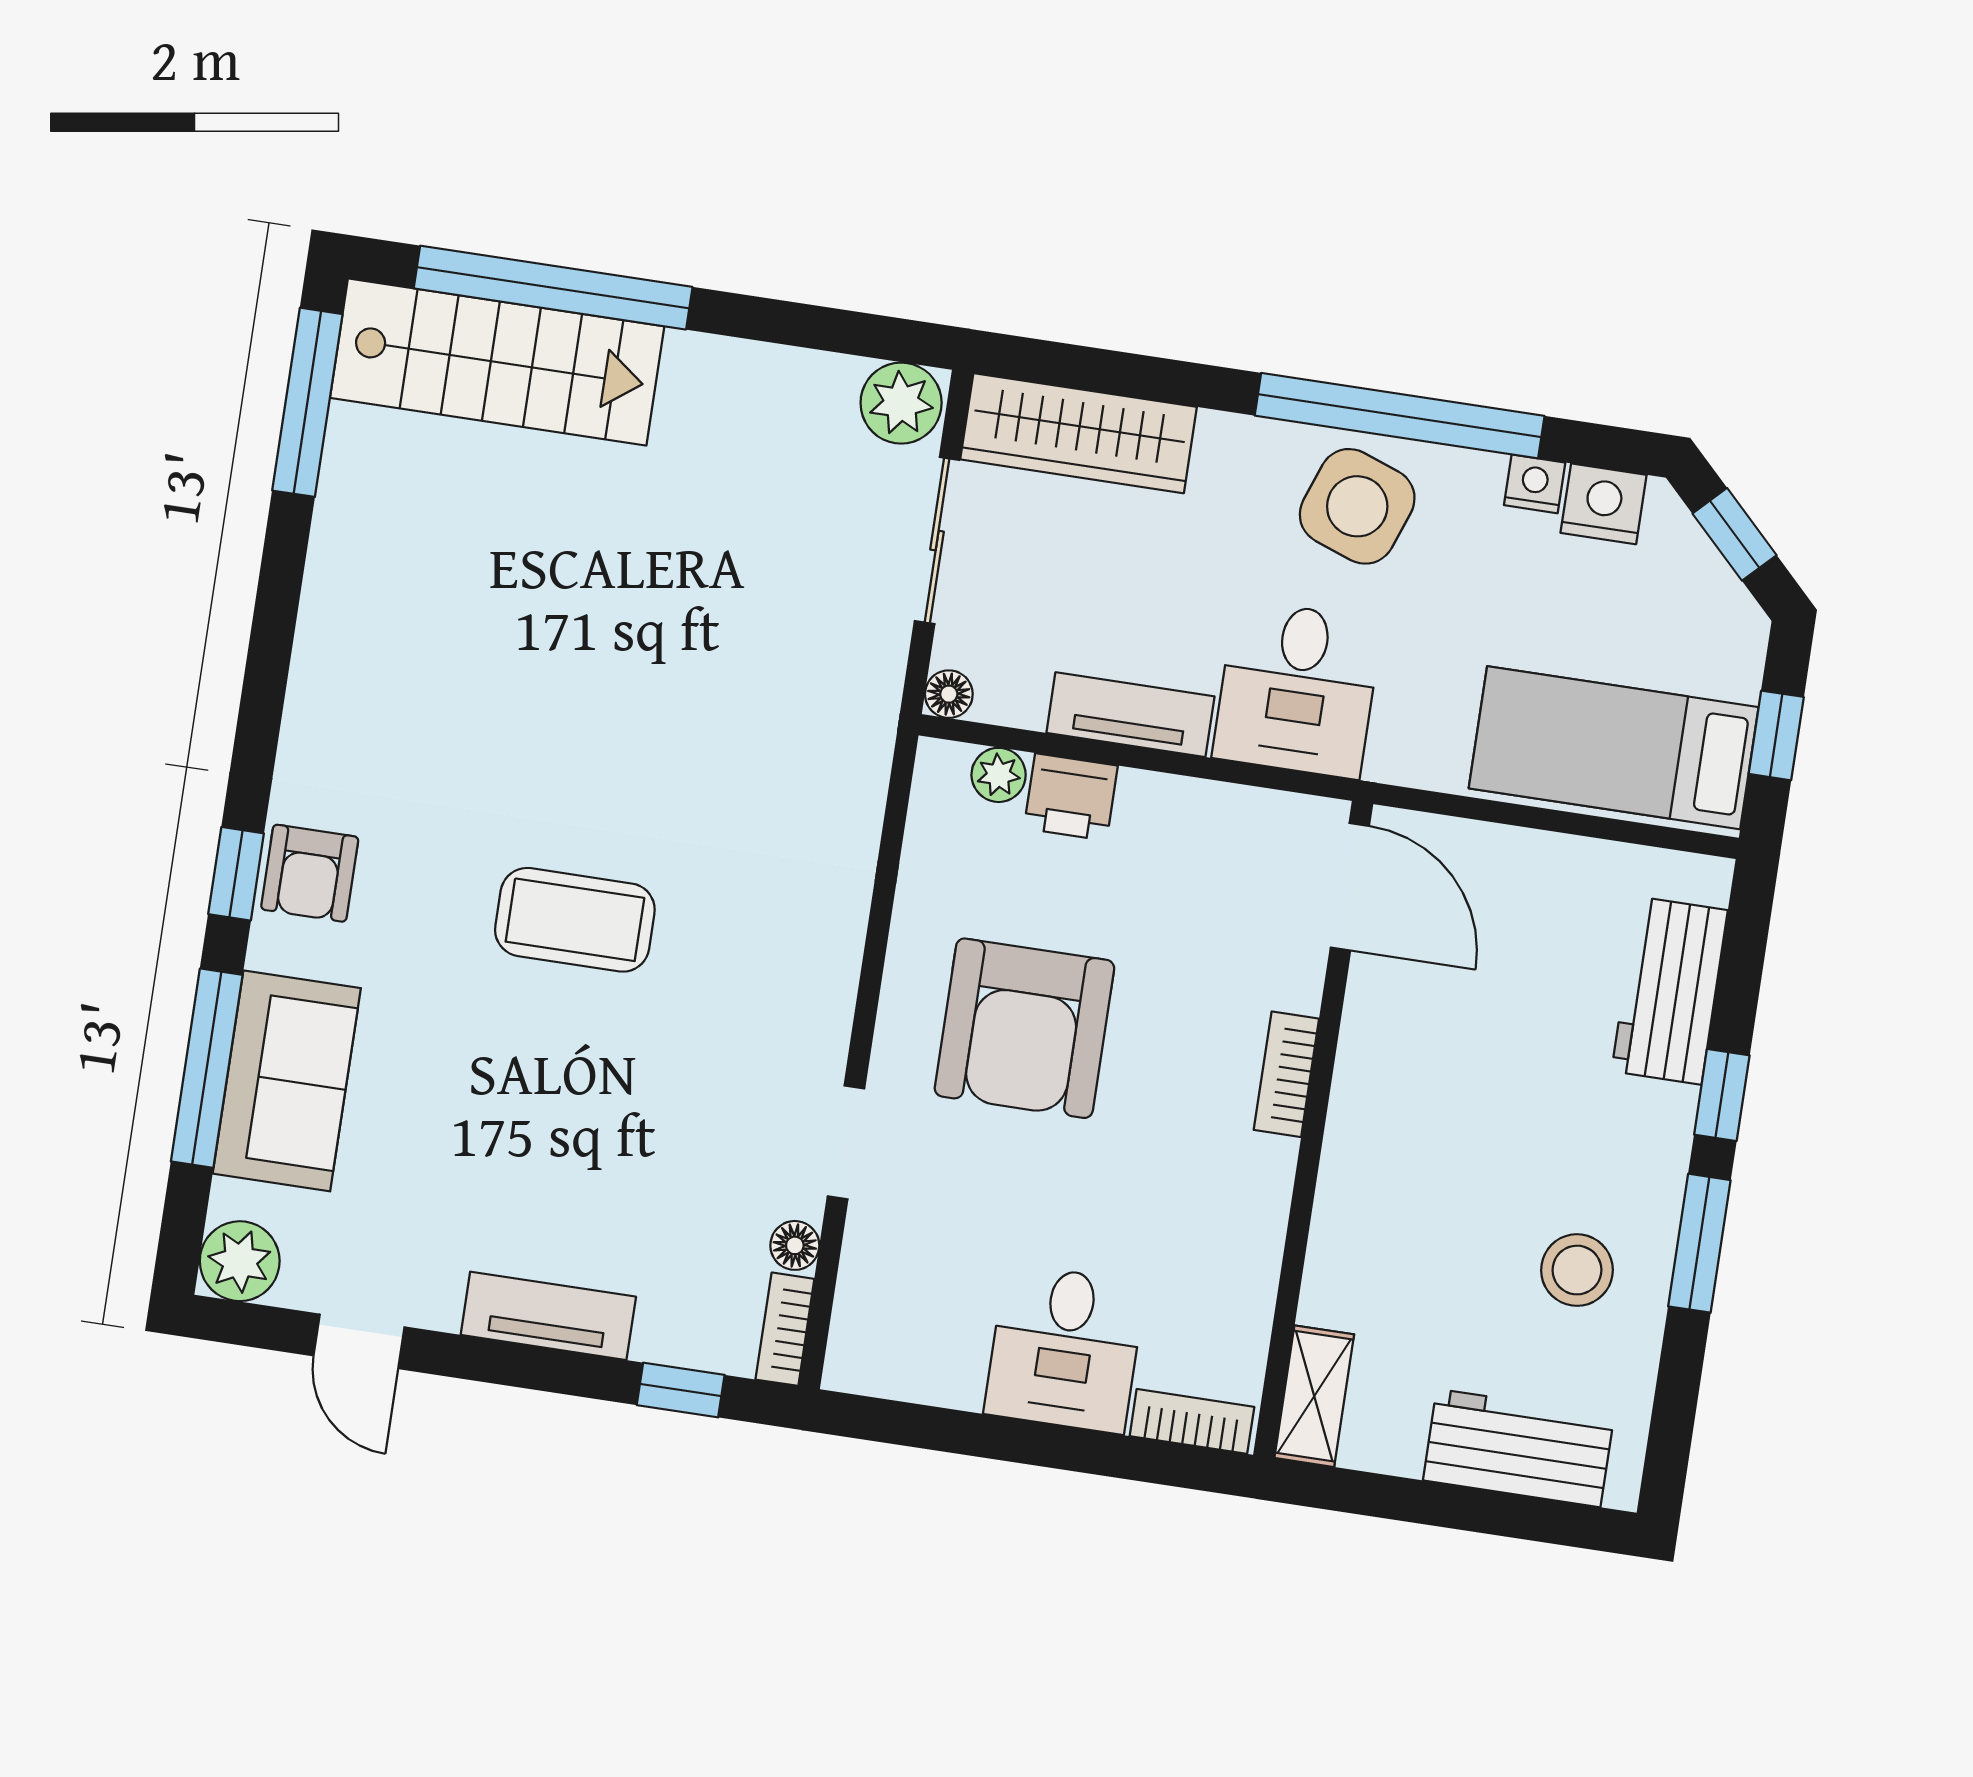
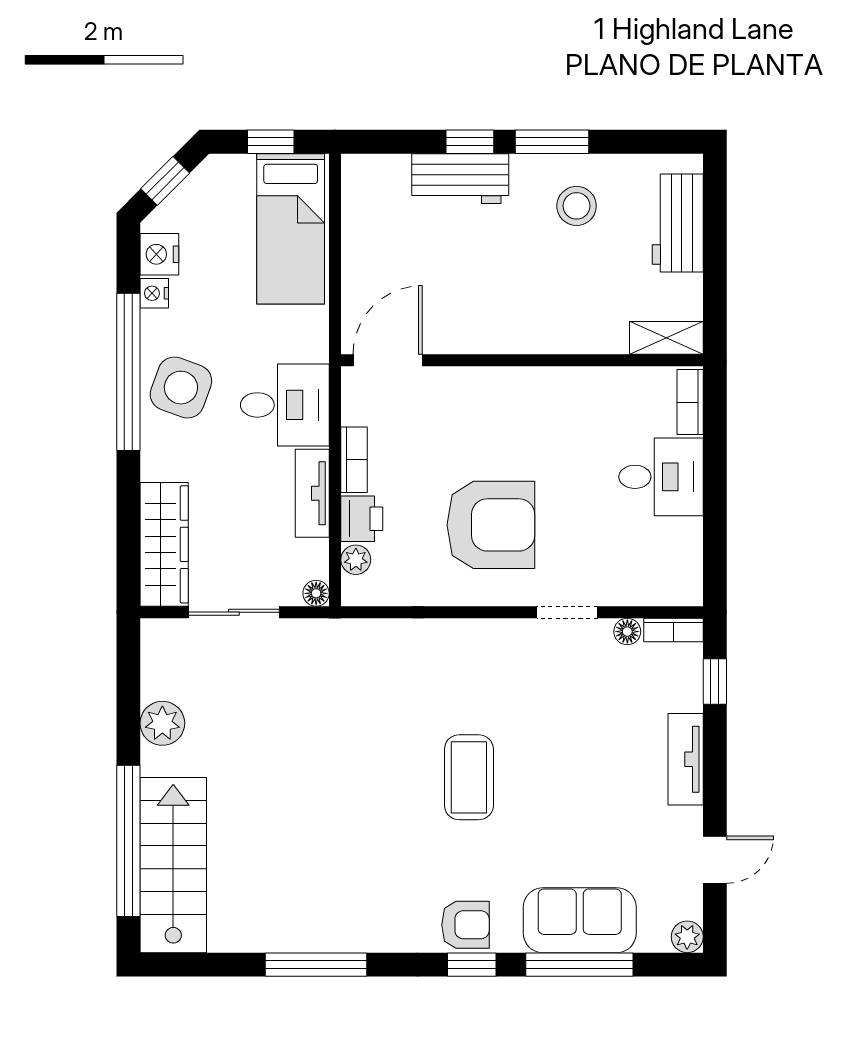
window: (307, 402) -> (316, 965), moved
plant: (901, 403) -> (162, 723), moved
workbench: (1670, 991) -> (460, 179), moved
bookcase: (1286, 1074) -> (354, 460), moved, turned -90
plant: (240, 1261) -> (687, 937), width x0.73, depth x0.73

